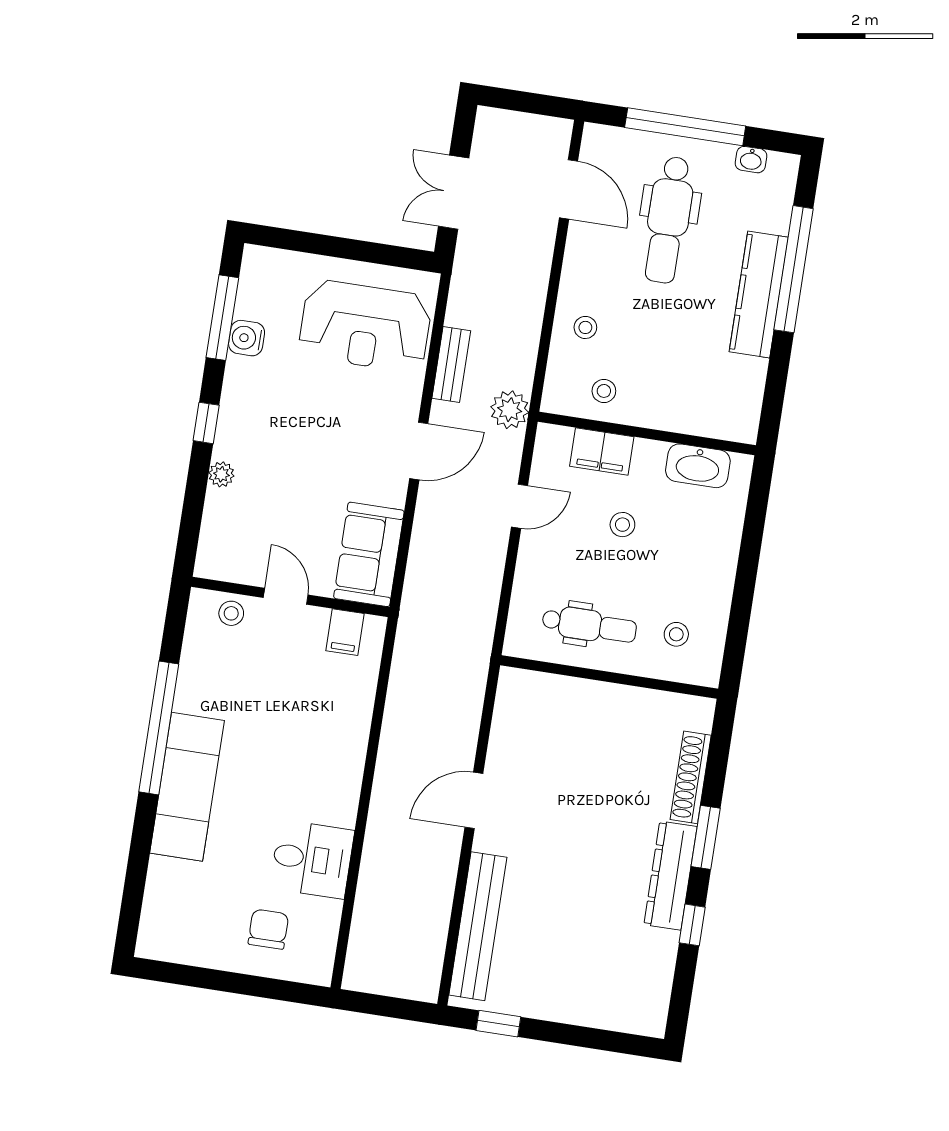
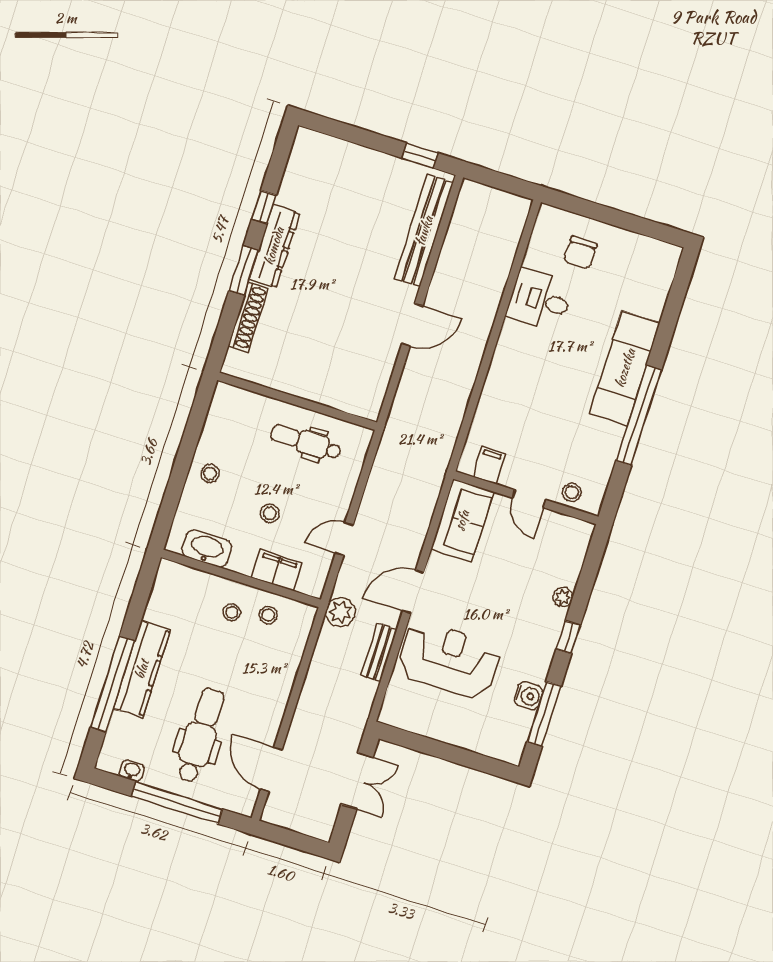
reception desk: (365, 326) -> (449, 660), moved
stool: (585, 327) -> (232, 612), moved
stool: (676, 634) -> (210, 473), moved

